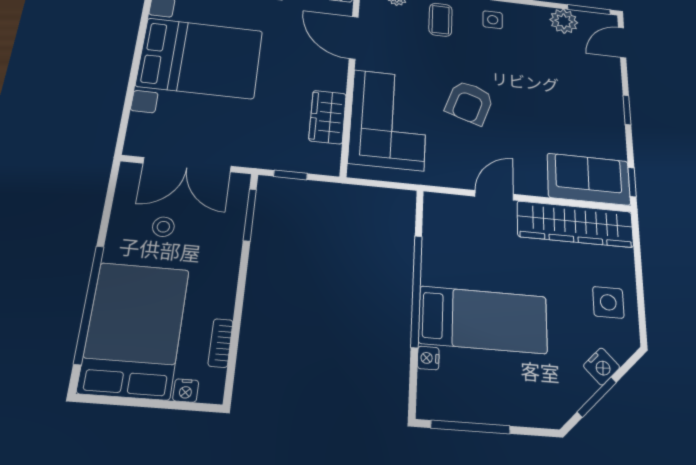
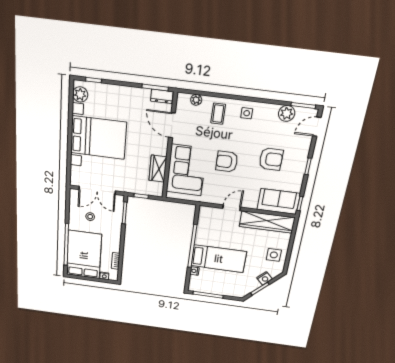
armchair: (554, 97) -> (271, 159), added
armchair: (469, 103) -> (227, 162), turned 71

